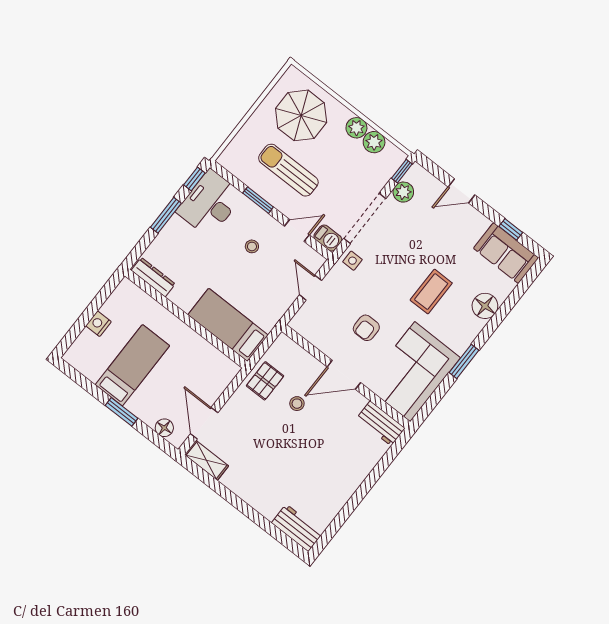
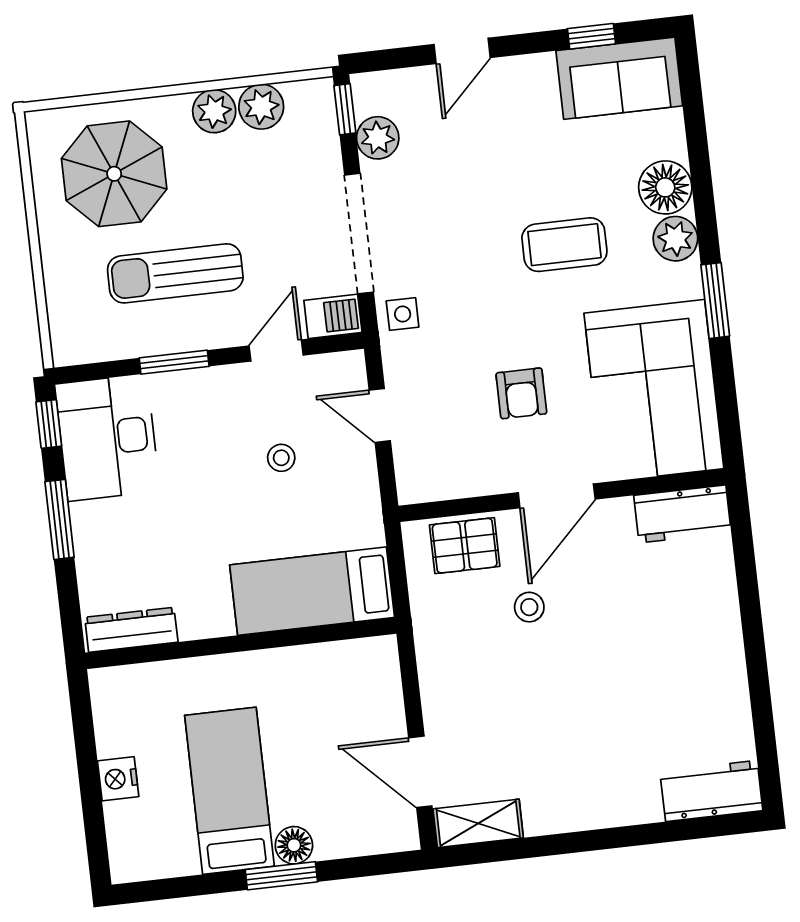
stool: (252, 246) -> (281, 458), moved
coffee table: (431, 292) -> (564, 245), turned 90
plant: (471, 327) -> (675, 239), added
pallet: (265, 381) -> (465, 546), moved, turned 90
floor lamp: (164, 428) -> (294, 845), moved

